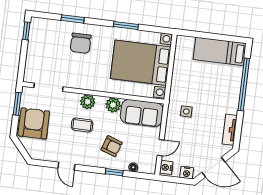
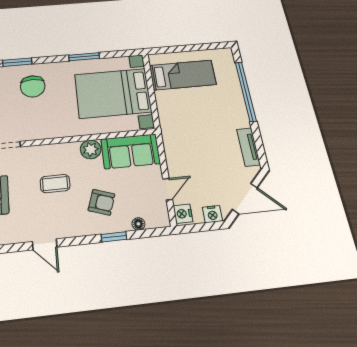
bed: (220, 51) -> (183, 75), moved, turned 180
plant: (88, 102) -> (56, 153), removed
side table: (186, 111) -> (187, 137), removed

